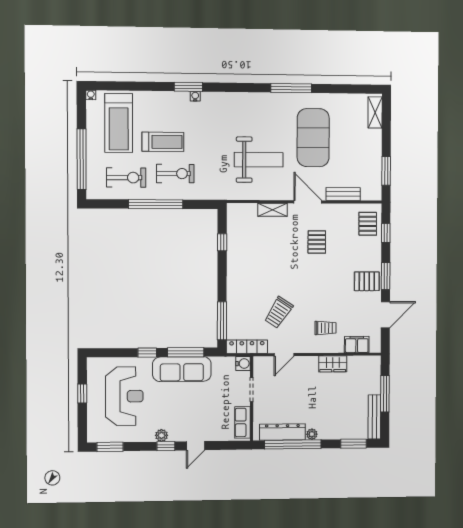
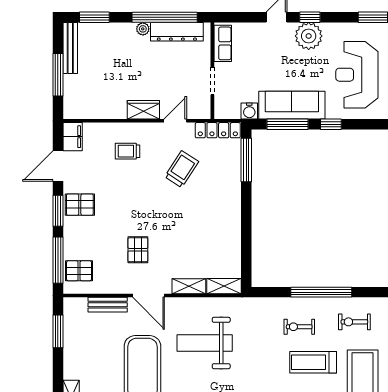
exercise bike: (175, 174) -> (299, 327), width x0.73, depth x0.72
exercise bike: (126, 178) -> (354, 322), width x0.73, depth x0.72
shelving: (242, 210) -> (224, 286), added
pallet: (368, 224) -> (79, 271), turned 90
window: (386, 233) -> (58, 260), width x2.17
window: (222, 242) -> (246, 249), removed
filing cabinet: (357, 344) -> (73, 137), moved, turned -90
water cooler: (243, 364) -> (249, 111), moved, turned -90
wardrobe: (333, 364) -> (143, 110), moved
plant: (161, 435) -> (309, 36), width x1.88, depth x1.88

